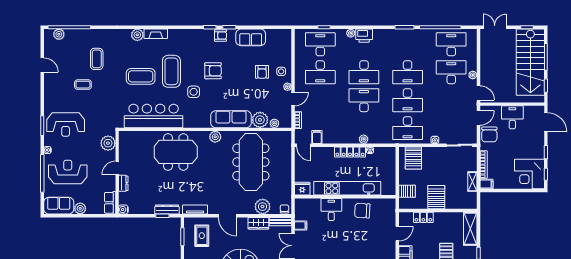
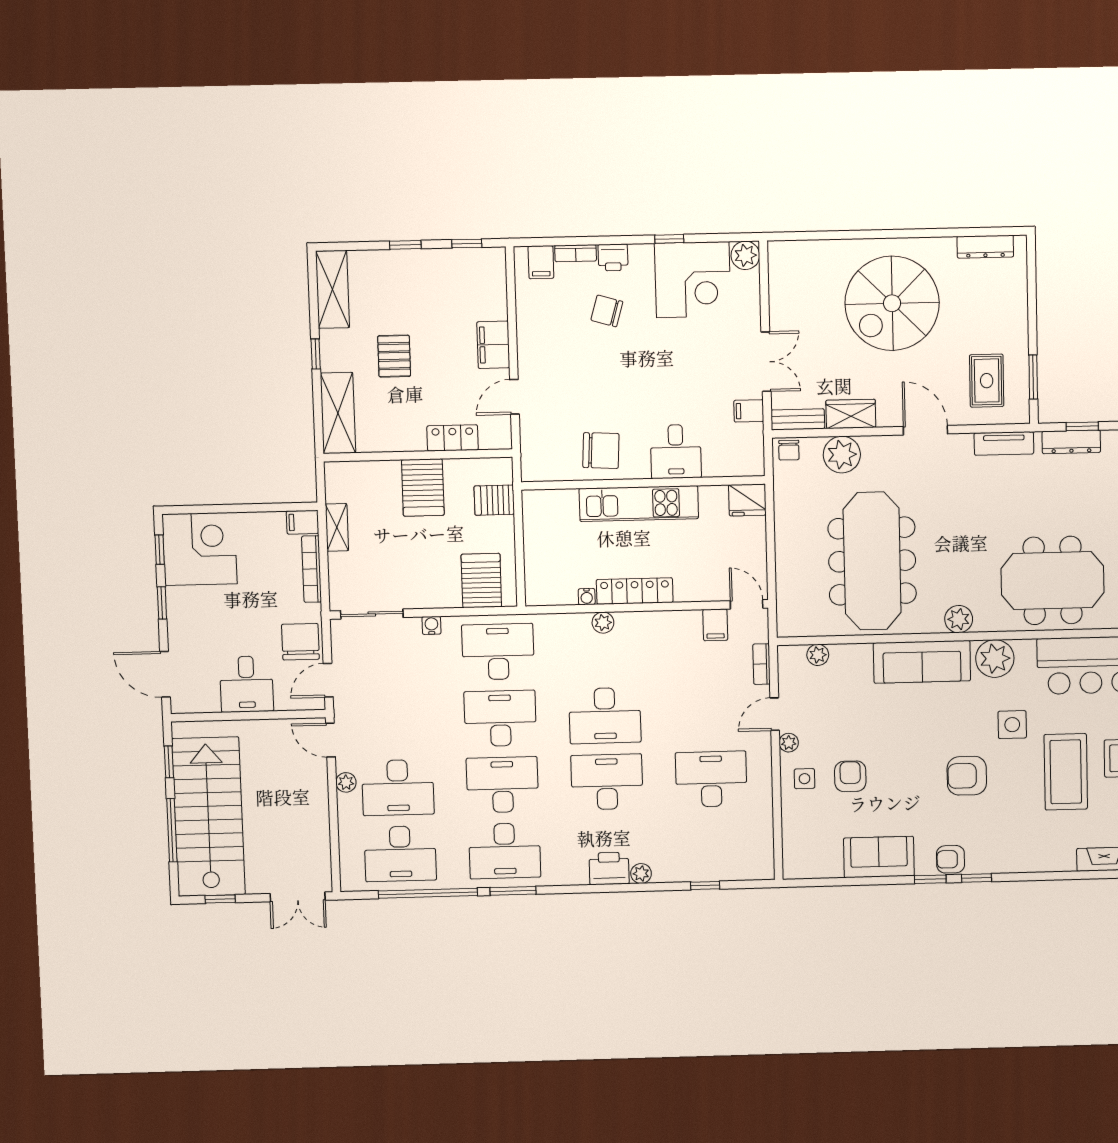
desk: (320, 44) -> (505, 851), moved
plant: (260, 120) -> (995, 659), moved
kitchen unit: (347, 188) -> (639, 504), width x0.73

